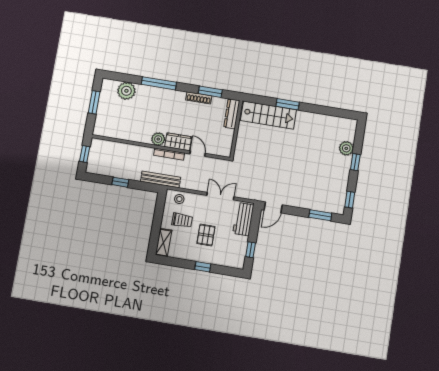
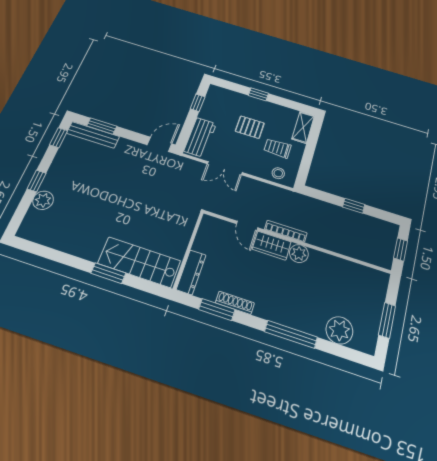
bench: (161, 179) -> (93, 135), moved
pallet: (206, 235) -> (250, 127), turned 90

